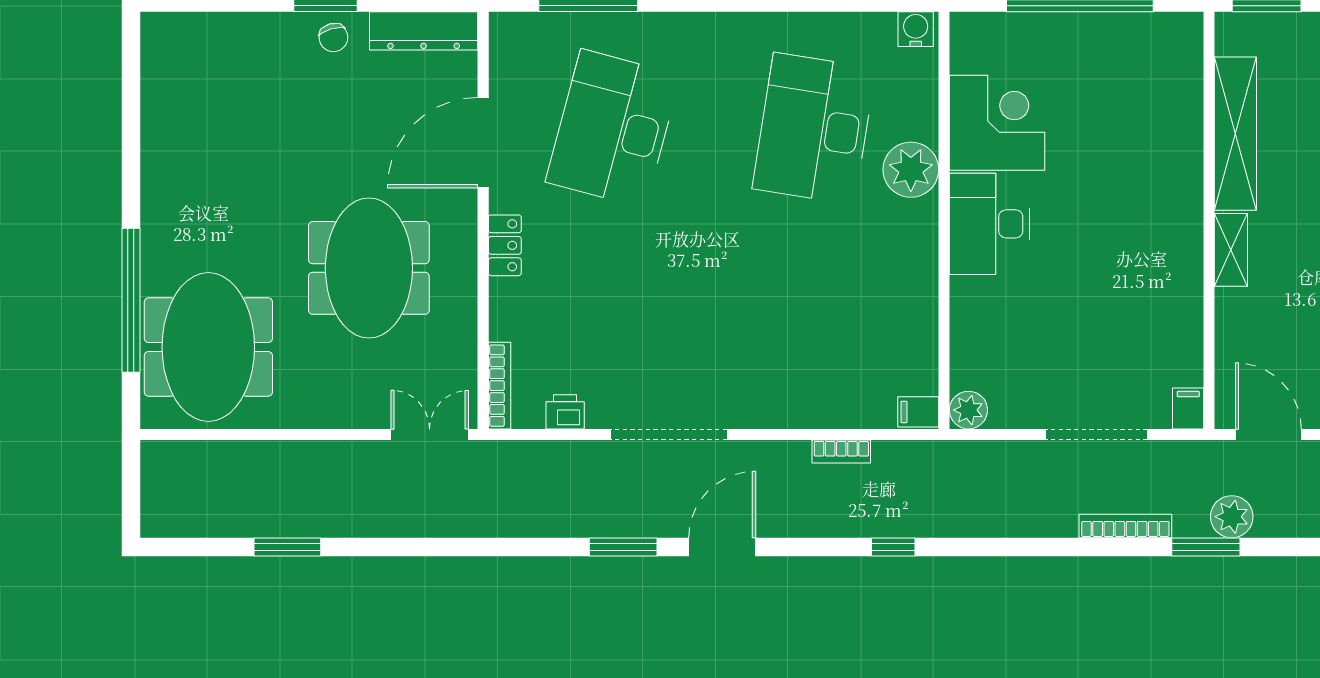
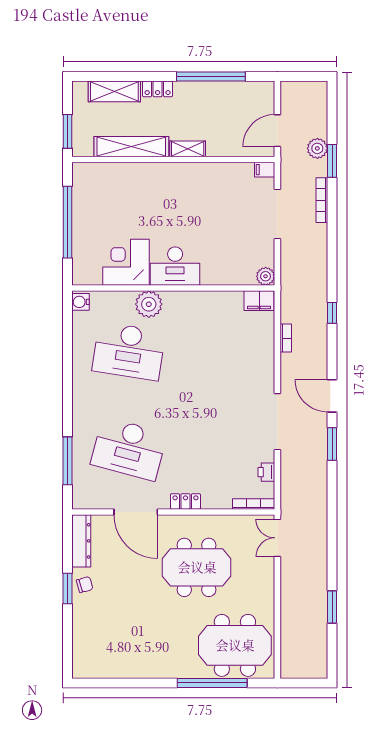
filing cabinet: (918, 412) -> (259, 301), width x2.00

